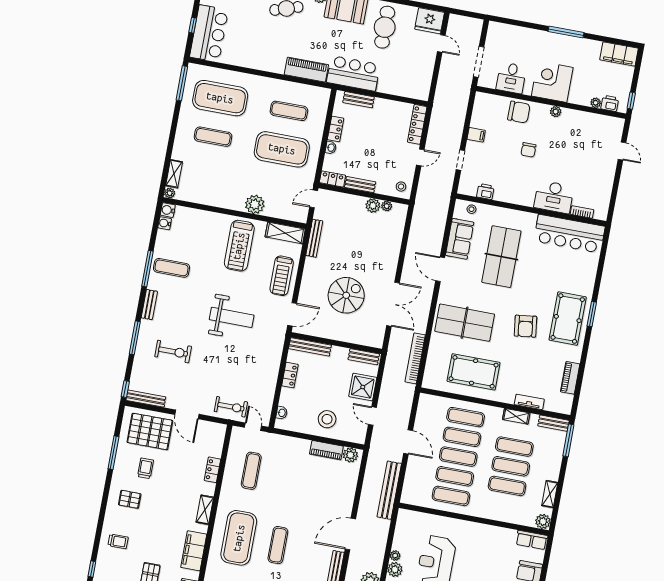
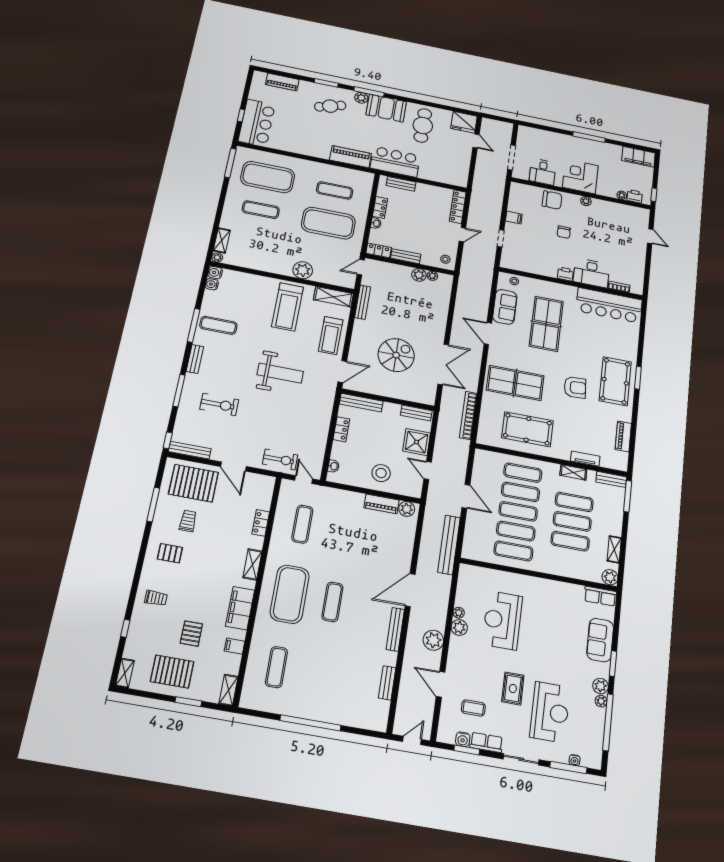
printer: (485, 192) -> (565, 274), moved
armchair: (525, 326) -> (575, 387), turned -87

